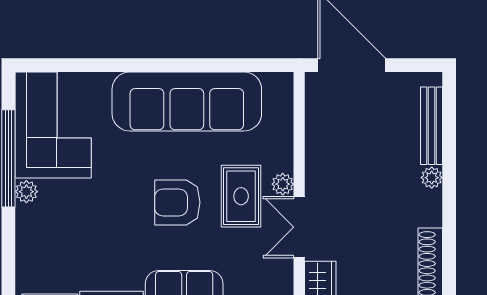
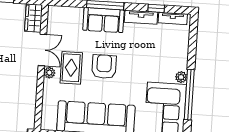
armchair: (177, 202) -> (104, 67), turned -90

